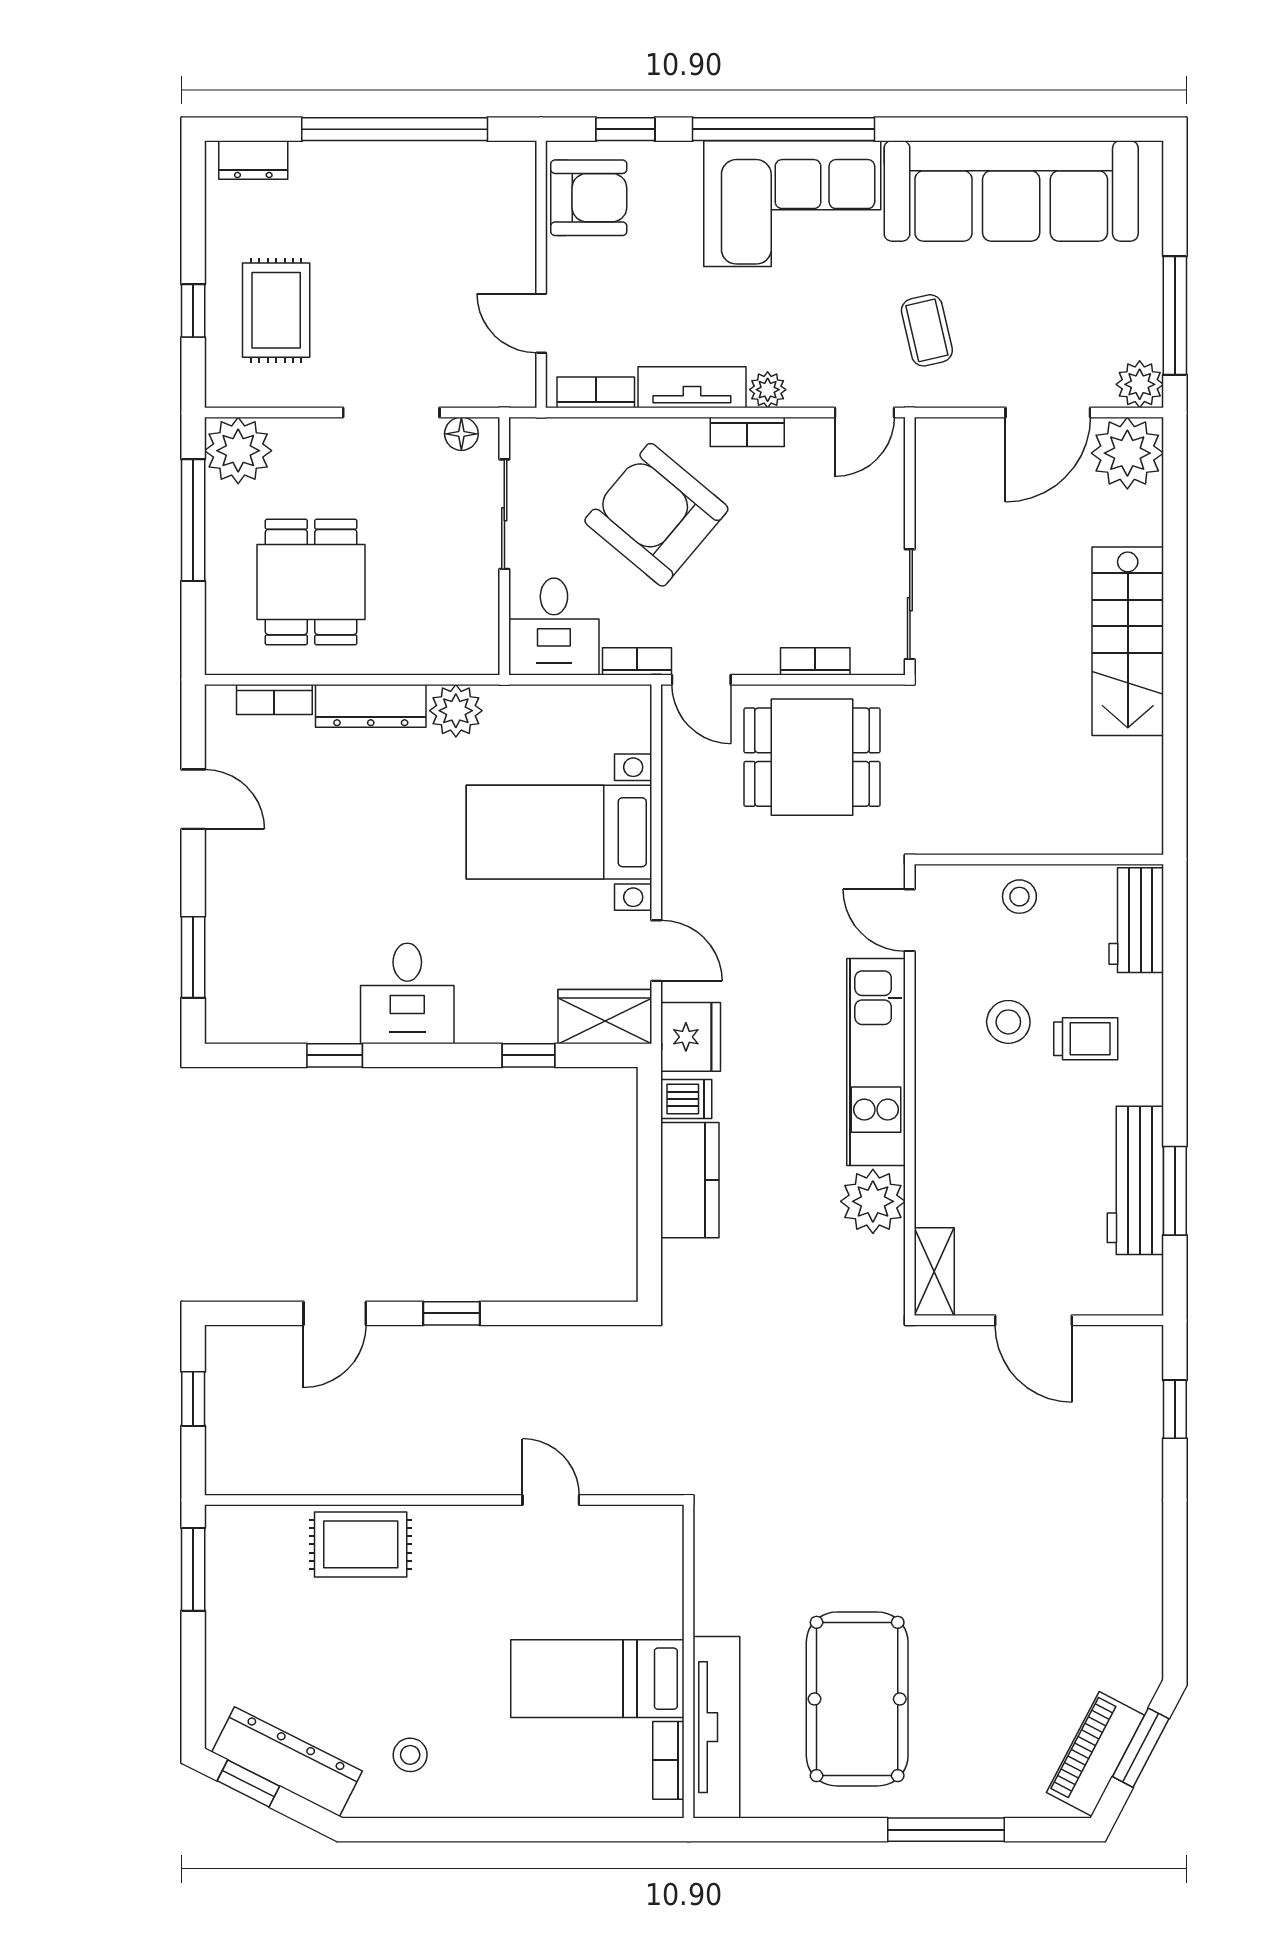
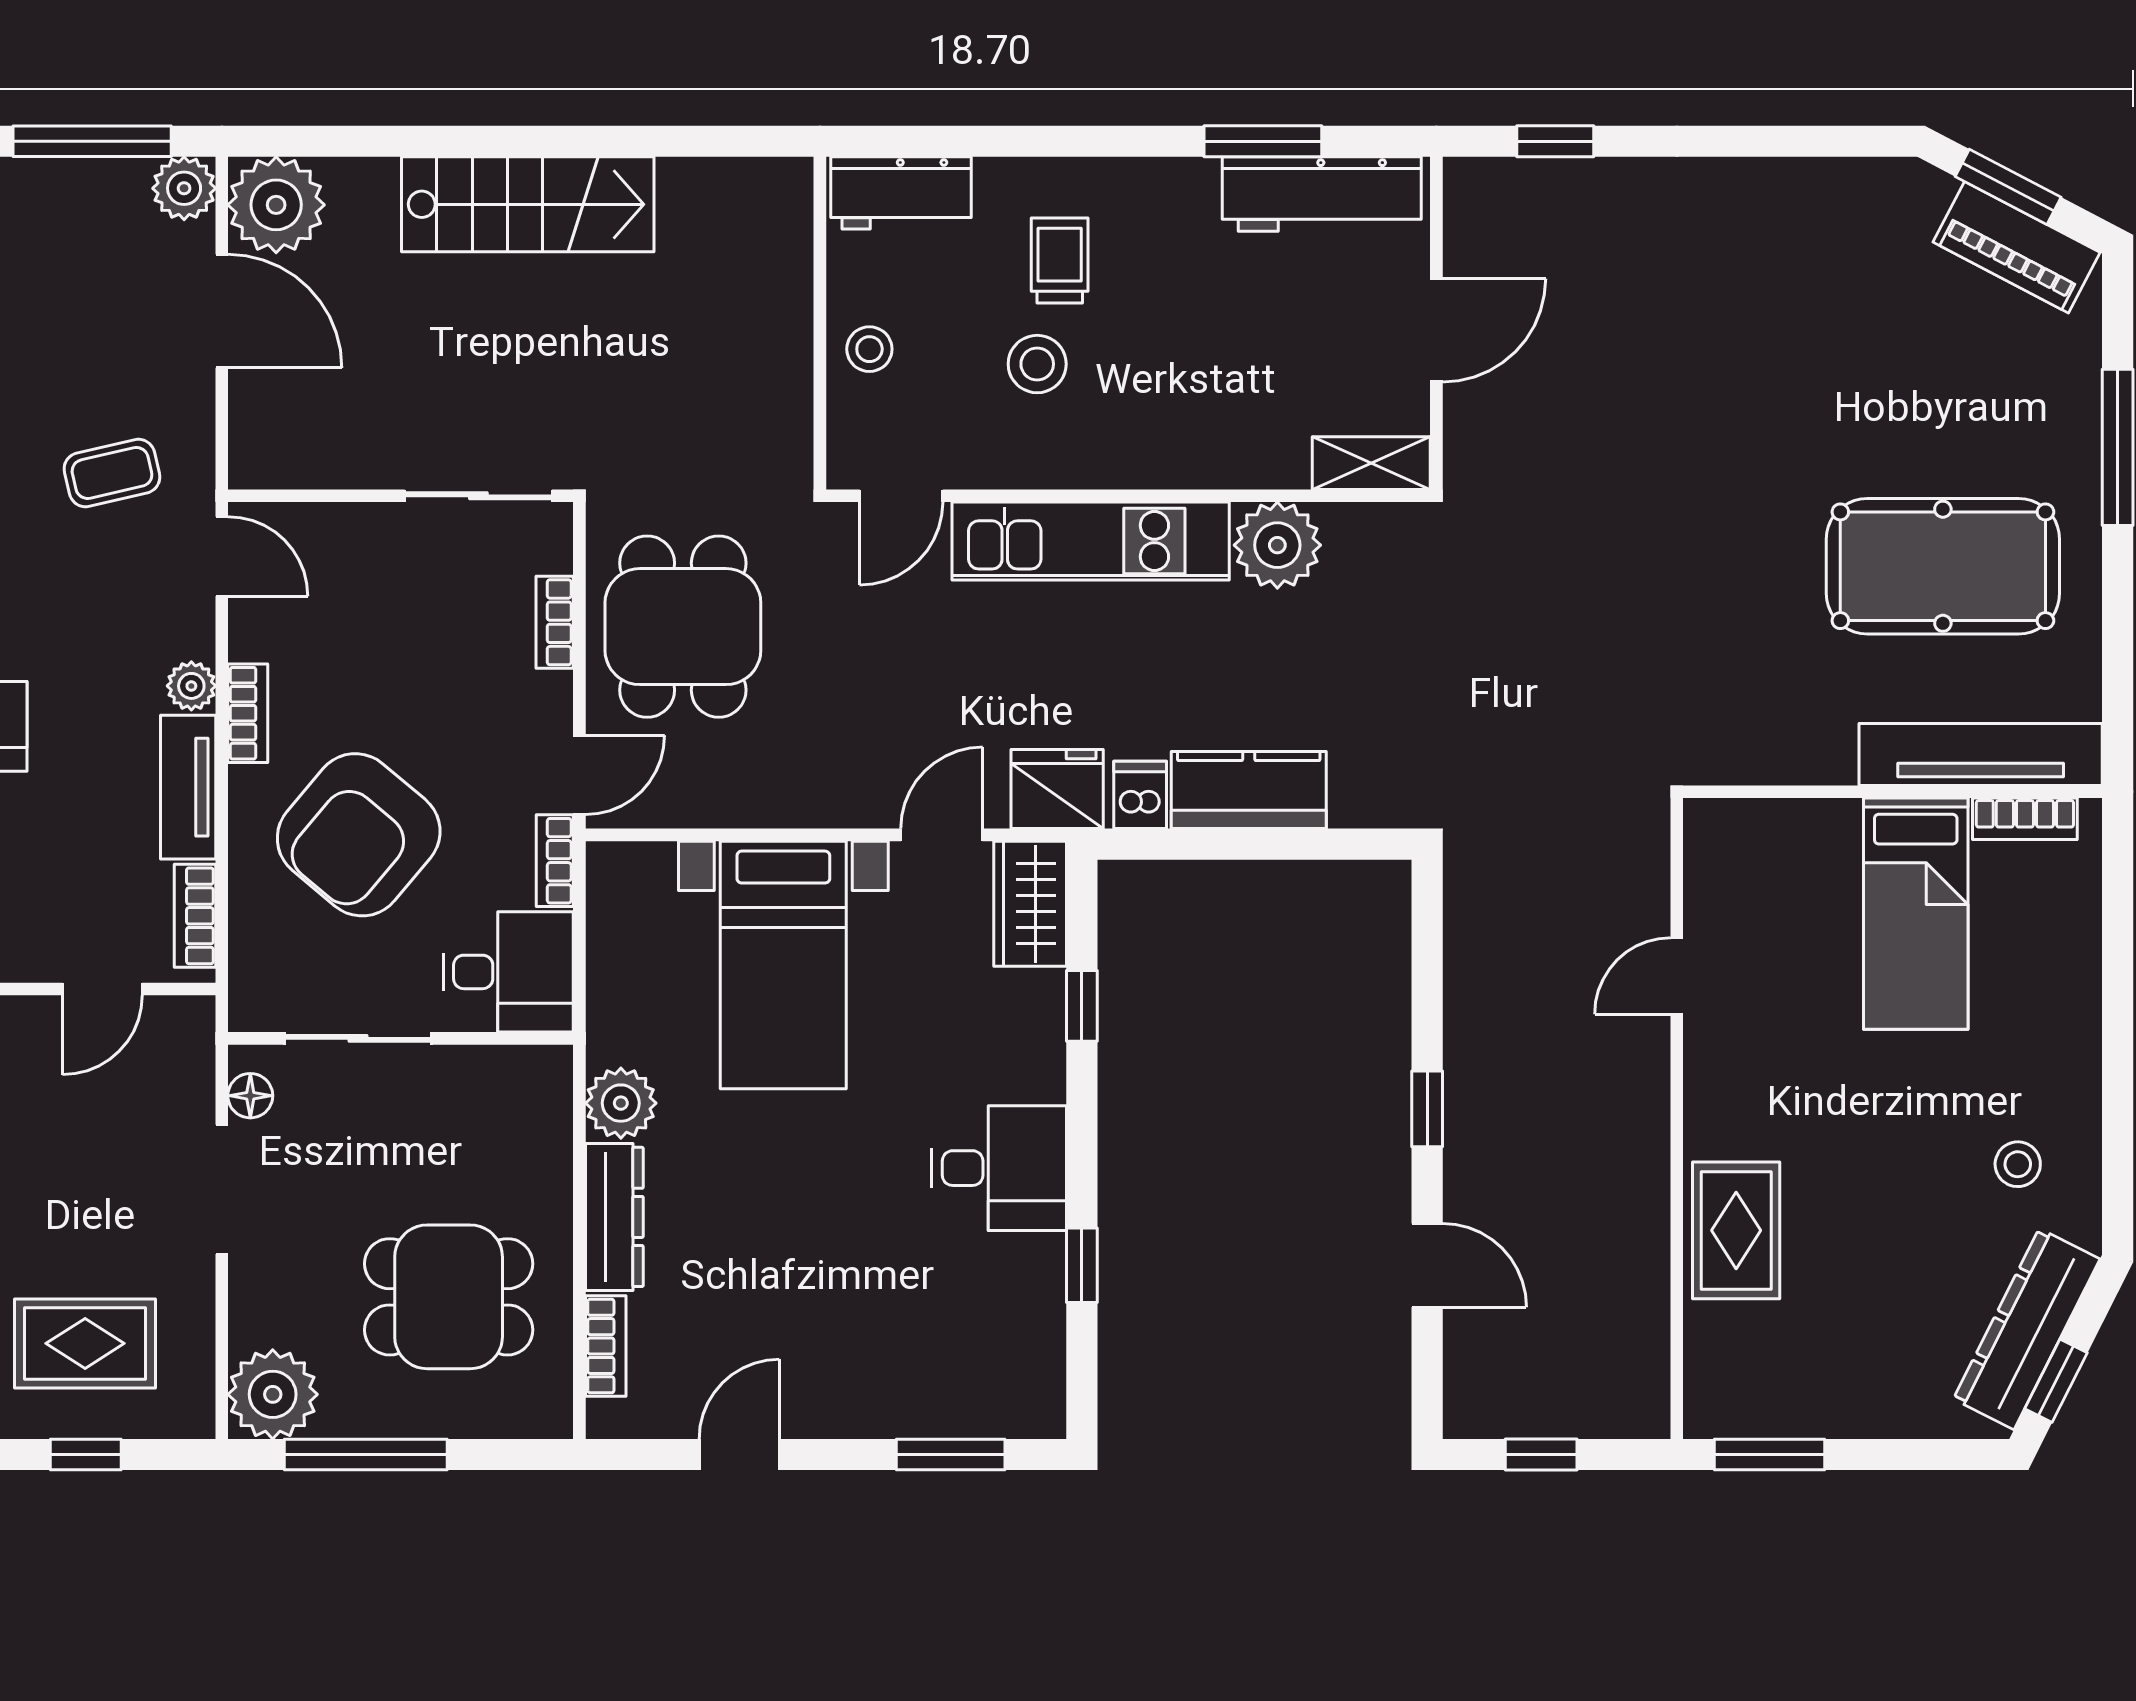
workbench: (1135, 1180) -> (1322, 194), moved

